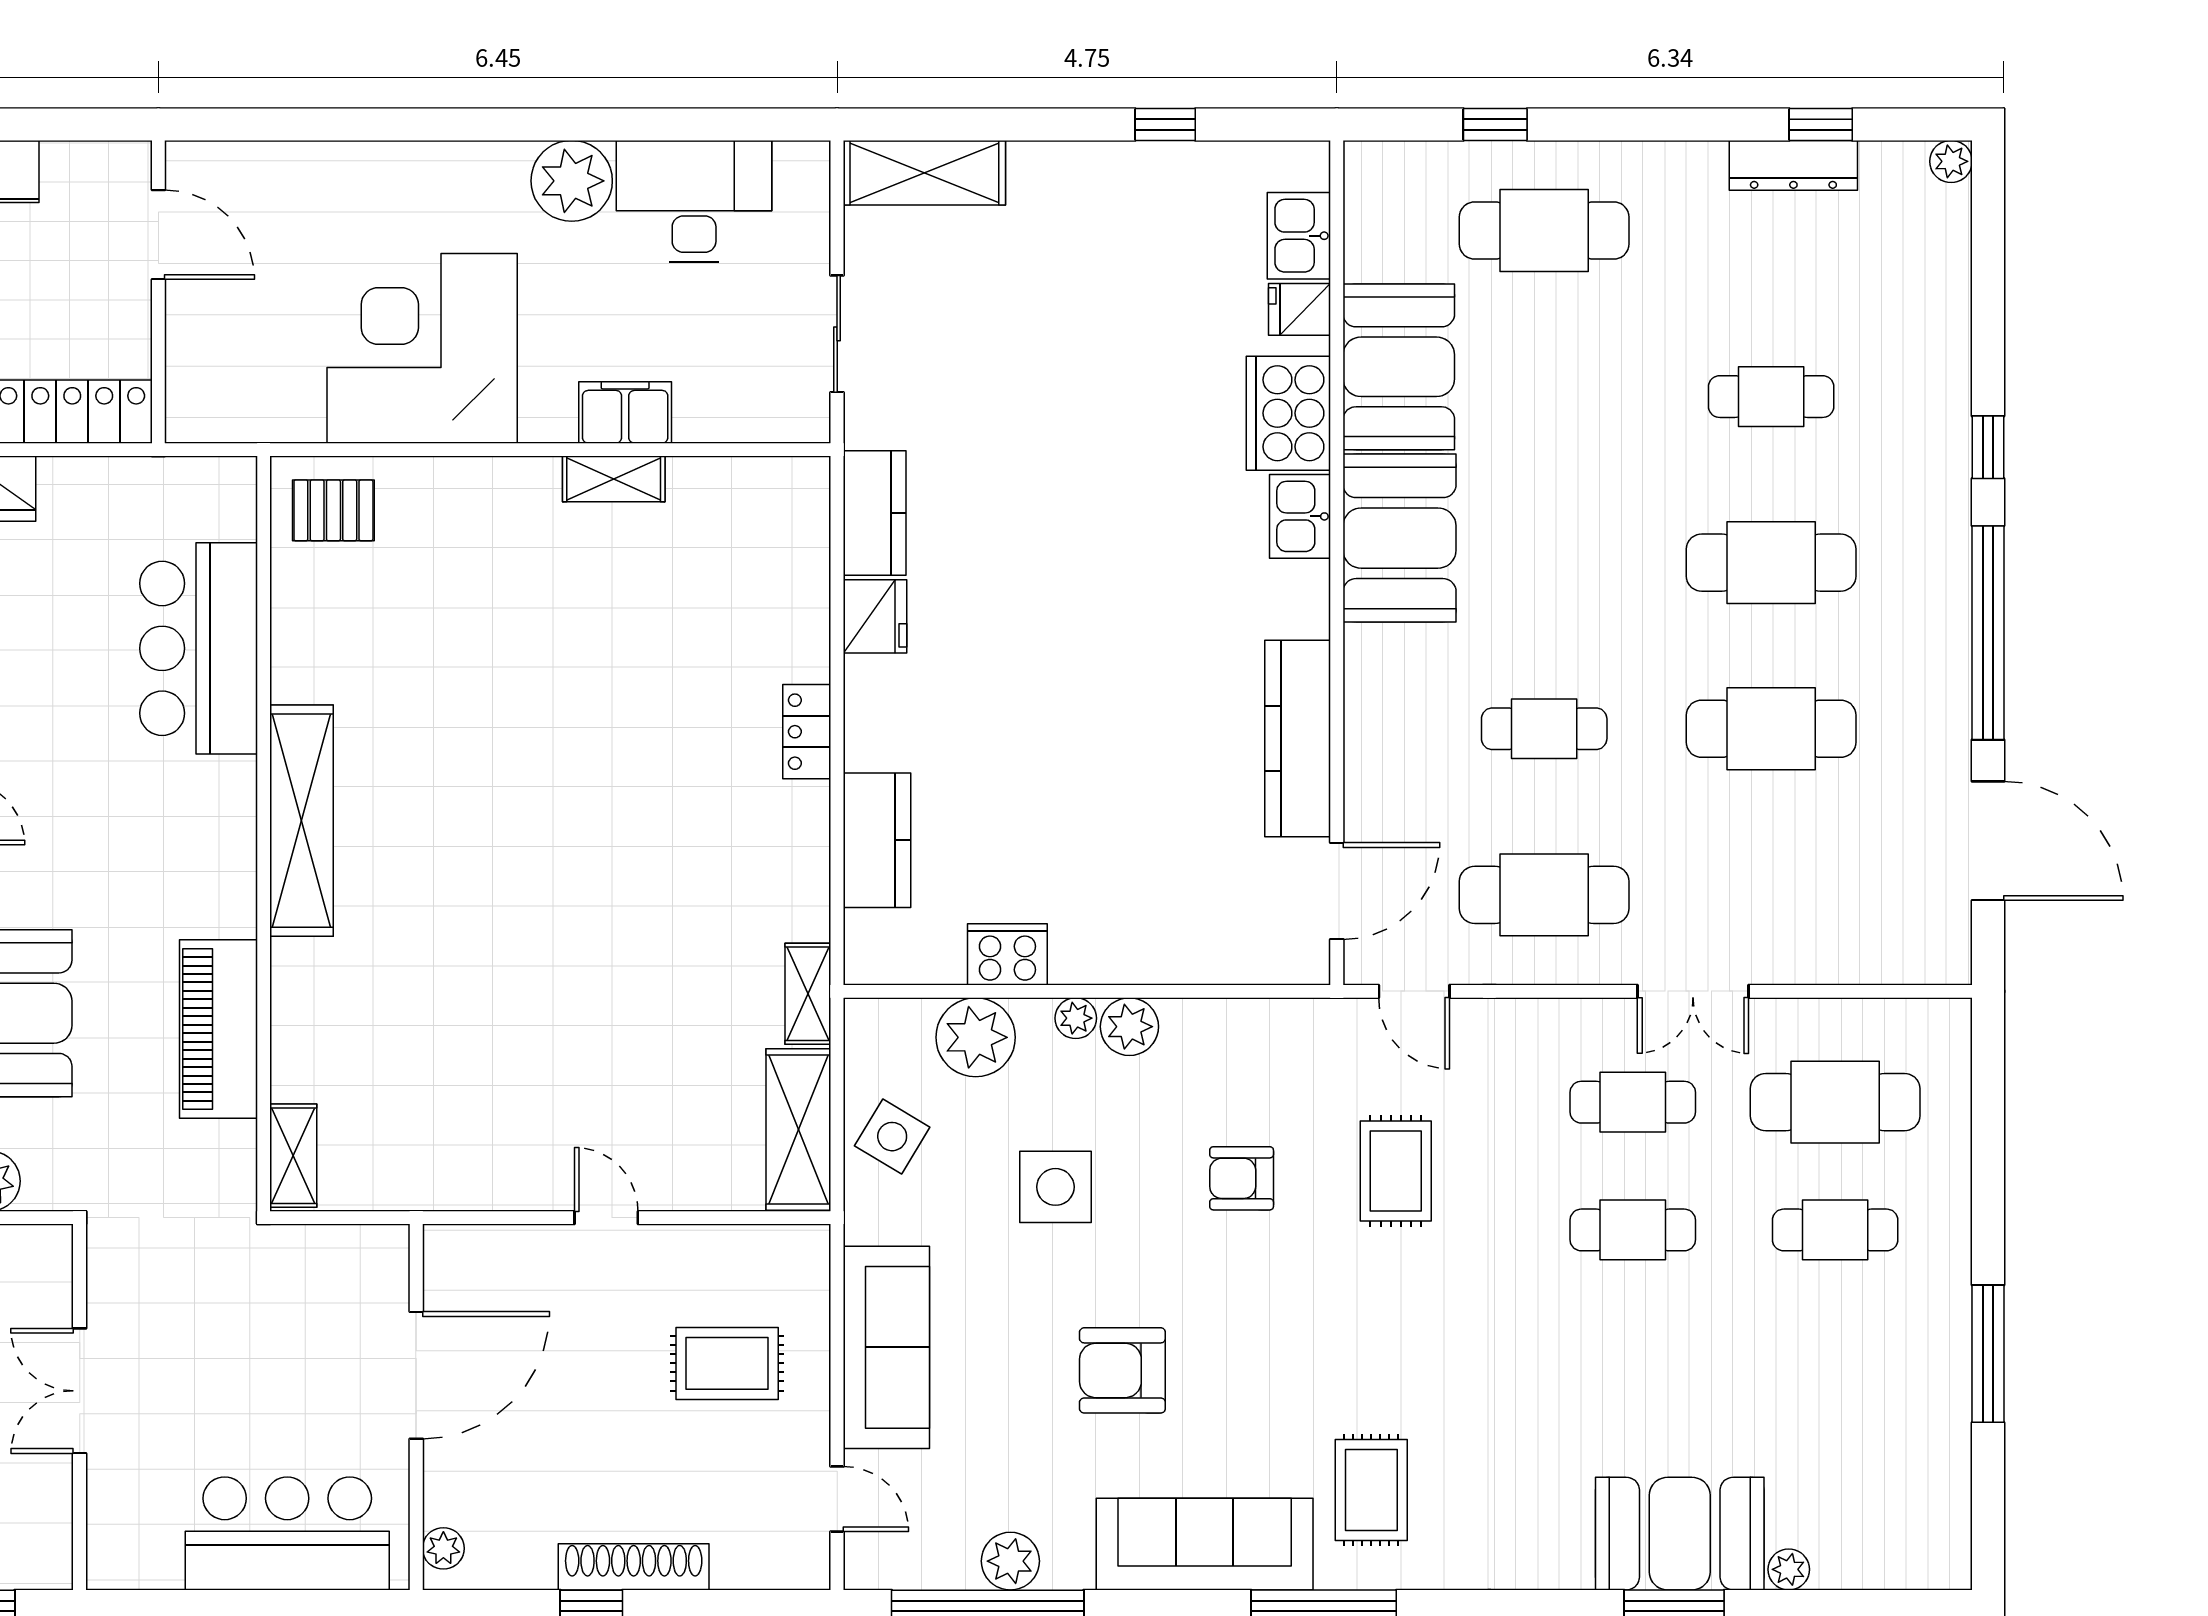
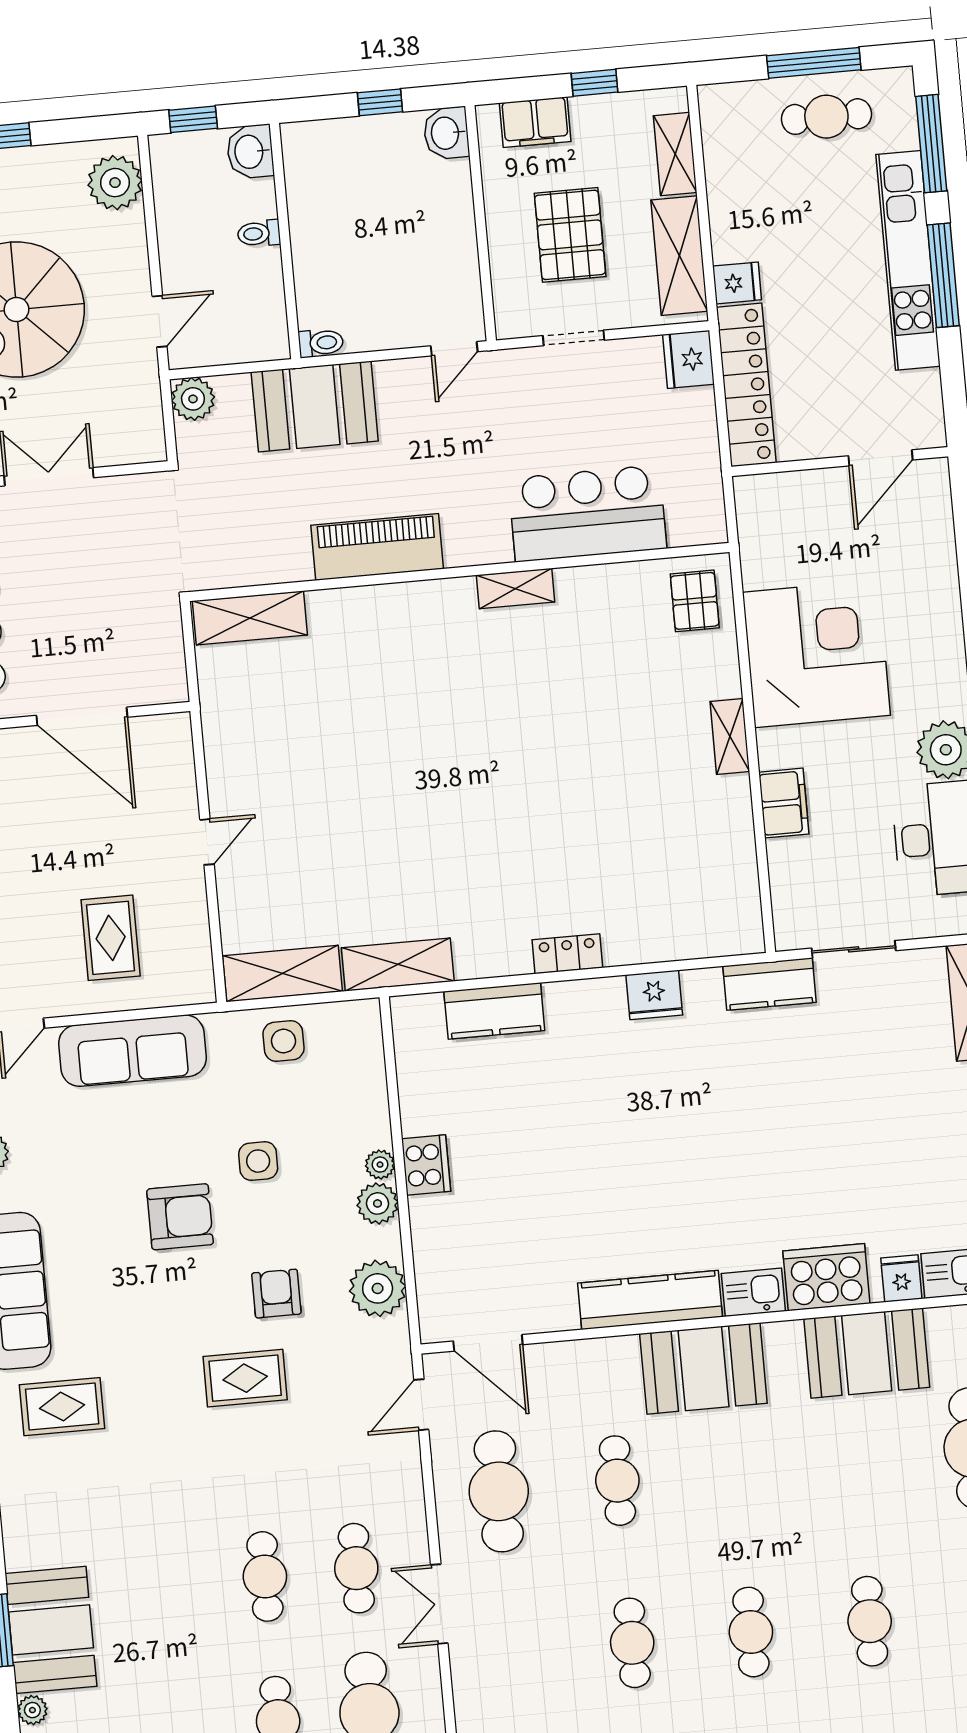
shelving: (614, 479) -> (730, 736), moved
kitchen counter: (875, 513) -> (769, 984), moved
booth: (1399, 538) -> (703, 1368), moved
cafe table: (1771, 563) -> (751, 1632), width x0.73, depth x0.74
cafe table: (1771, 729) -> (632, 1643), width x0.73, depth x0.74
kitchen counter: (1298, 738) -> (650, 1300), moved
shelving: (302, 821) -> (516, 589), width x0.45, depth x0.75
cooker: (1007, 954) -> (426, 1165), moved
shelving: (808, 994) -> (398, 964), width x1.50, depth x1.33
piano: (219, 1029) -> (377, 547), moved
plant: (976, 1037) -> (378, 1288), moved
side table: (892, 1137) -> (284, 1041), turned -31
shelving: (293, 1156) -> (250, 618), width x1.50, depth x1.33
rug: (1396, 1171) -> (245, 1378), moved
side table: (1055, 1187) -> (258, 1161), width x0.73, depth x0.73
armchair: (1122, 1370) -> (180, 1217), moved, turned 90

